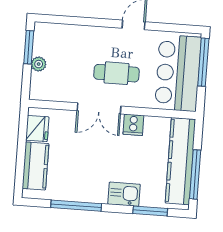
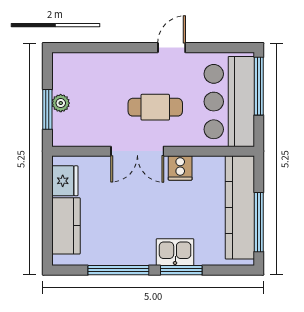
window: (29, 47) -> (47, 109), moved
window: (150, 211) -> (181, 270), moved

